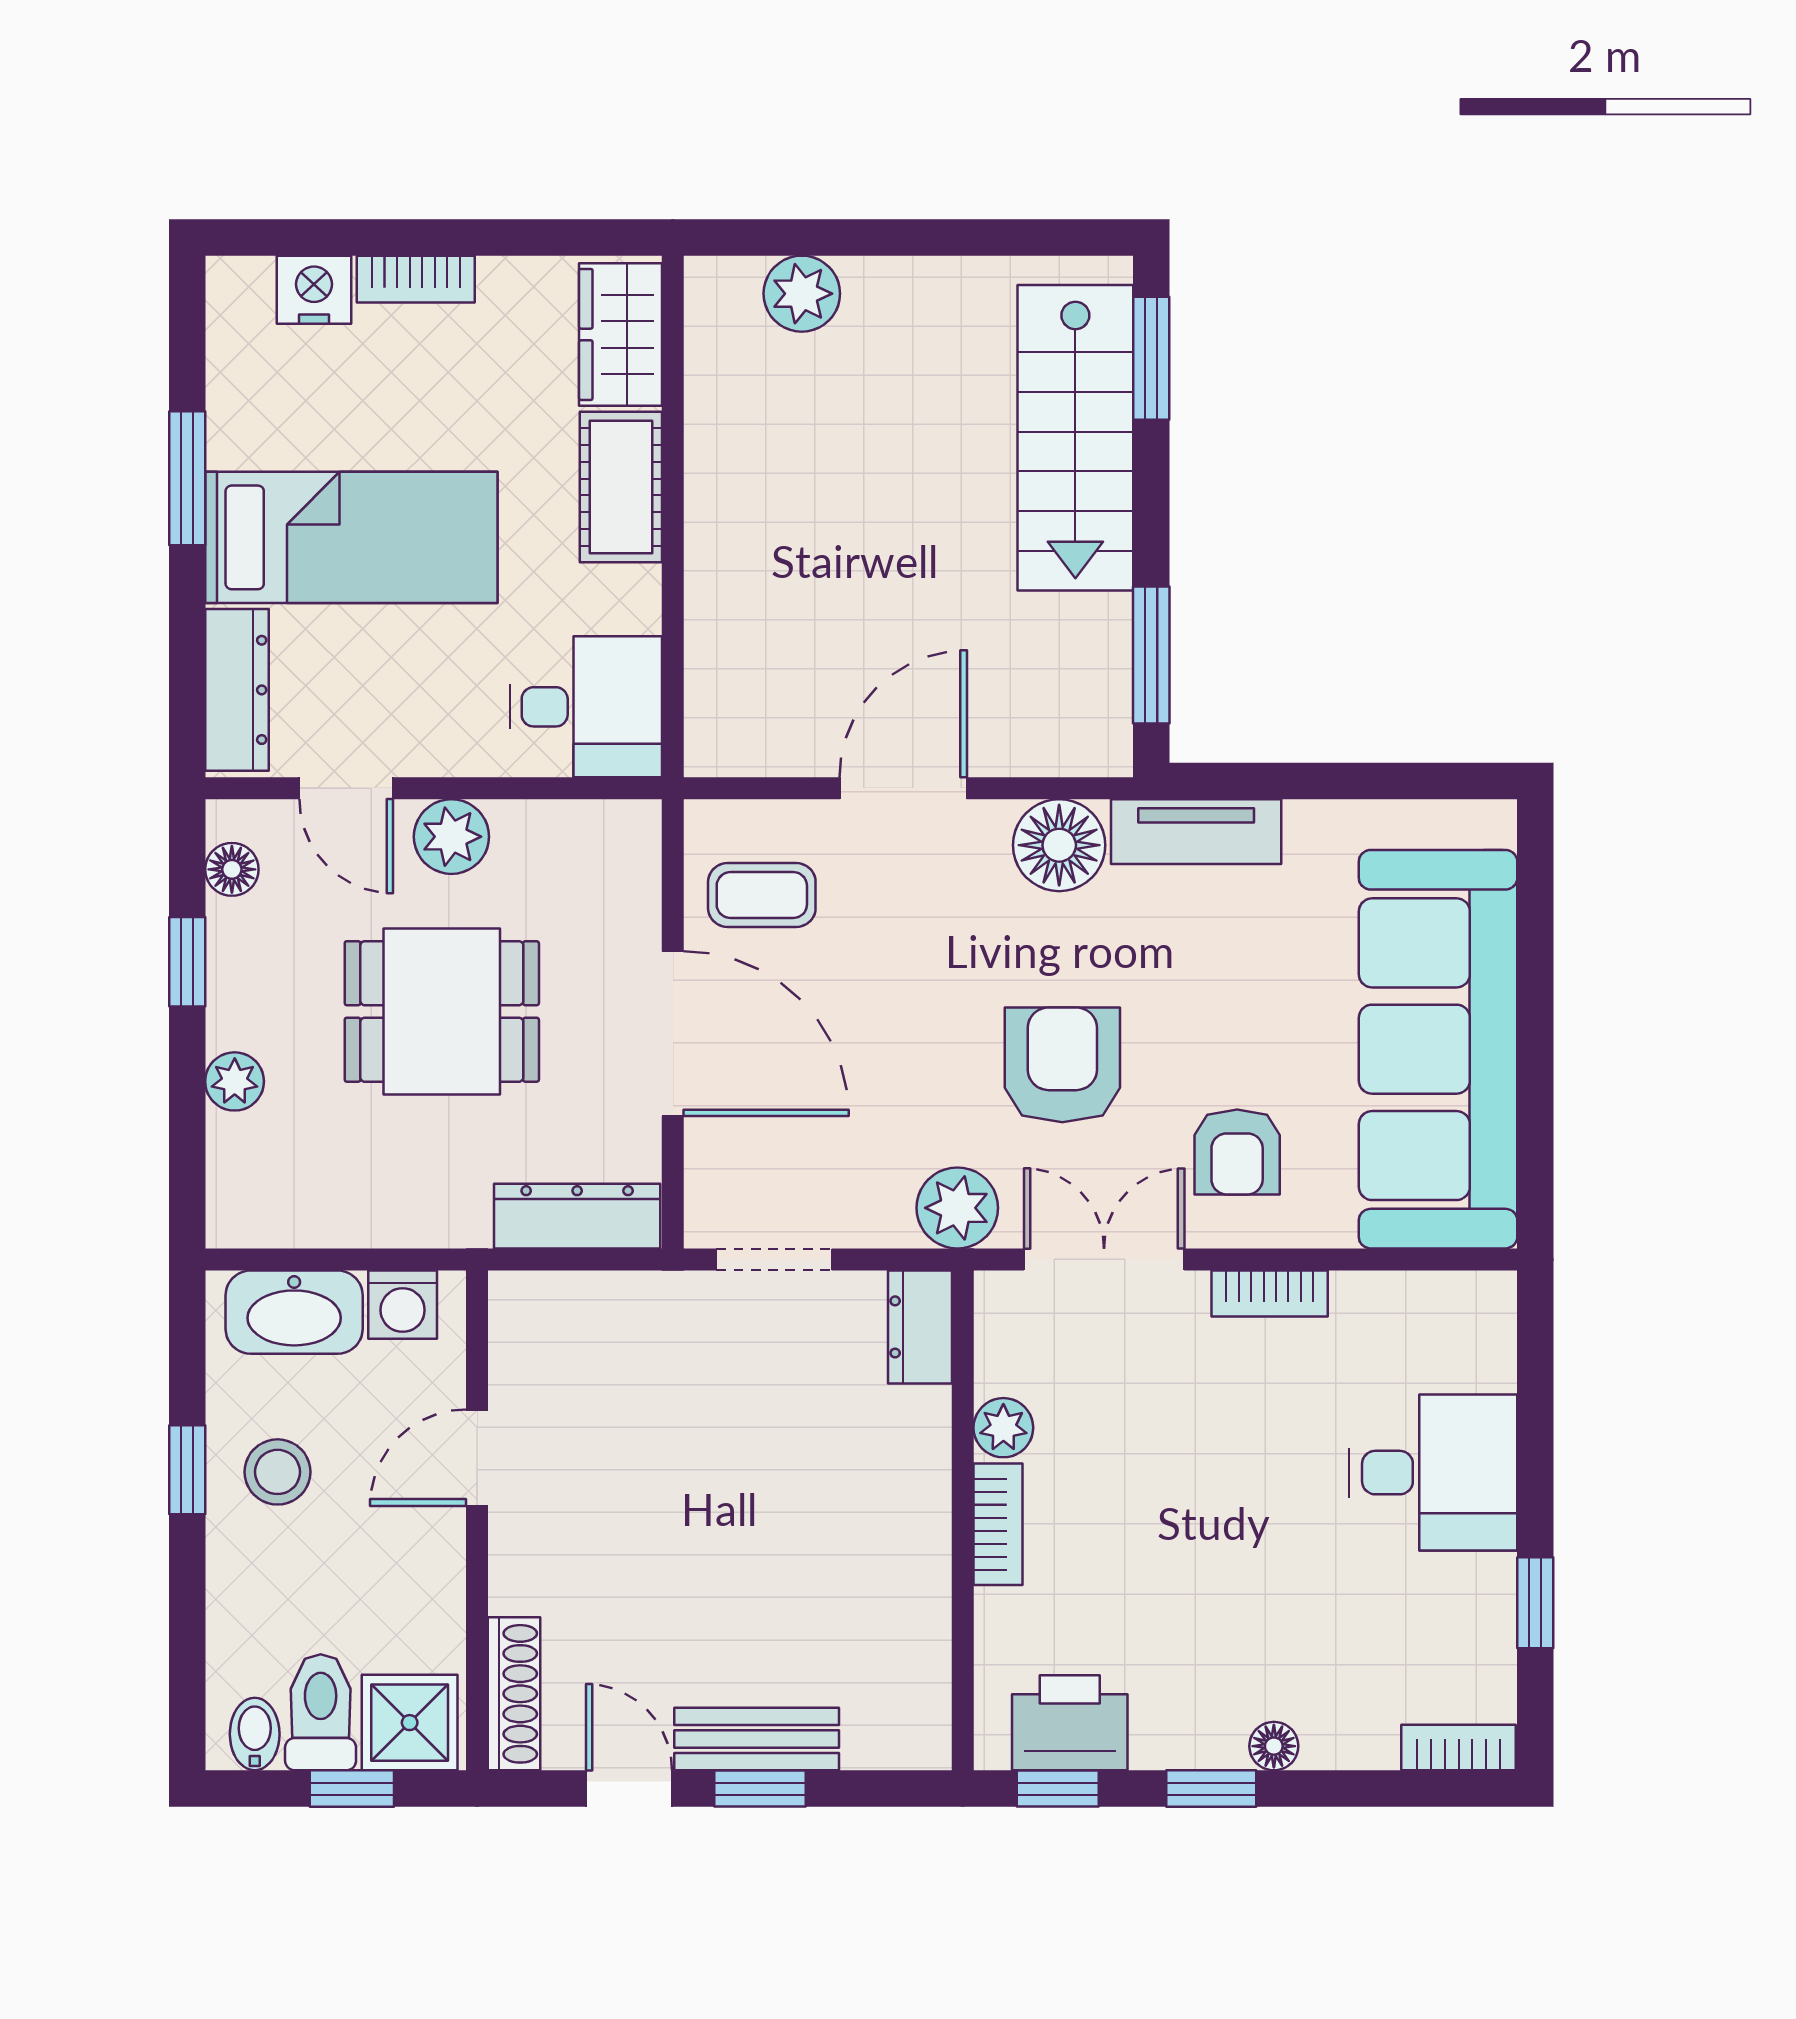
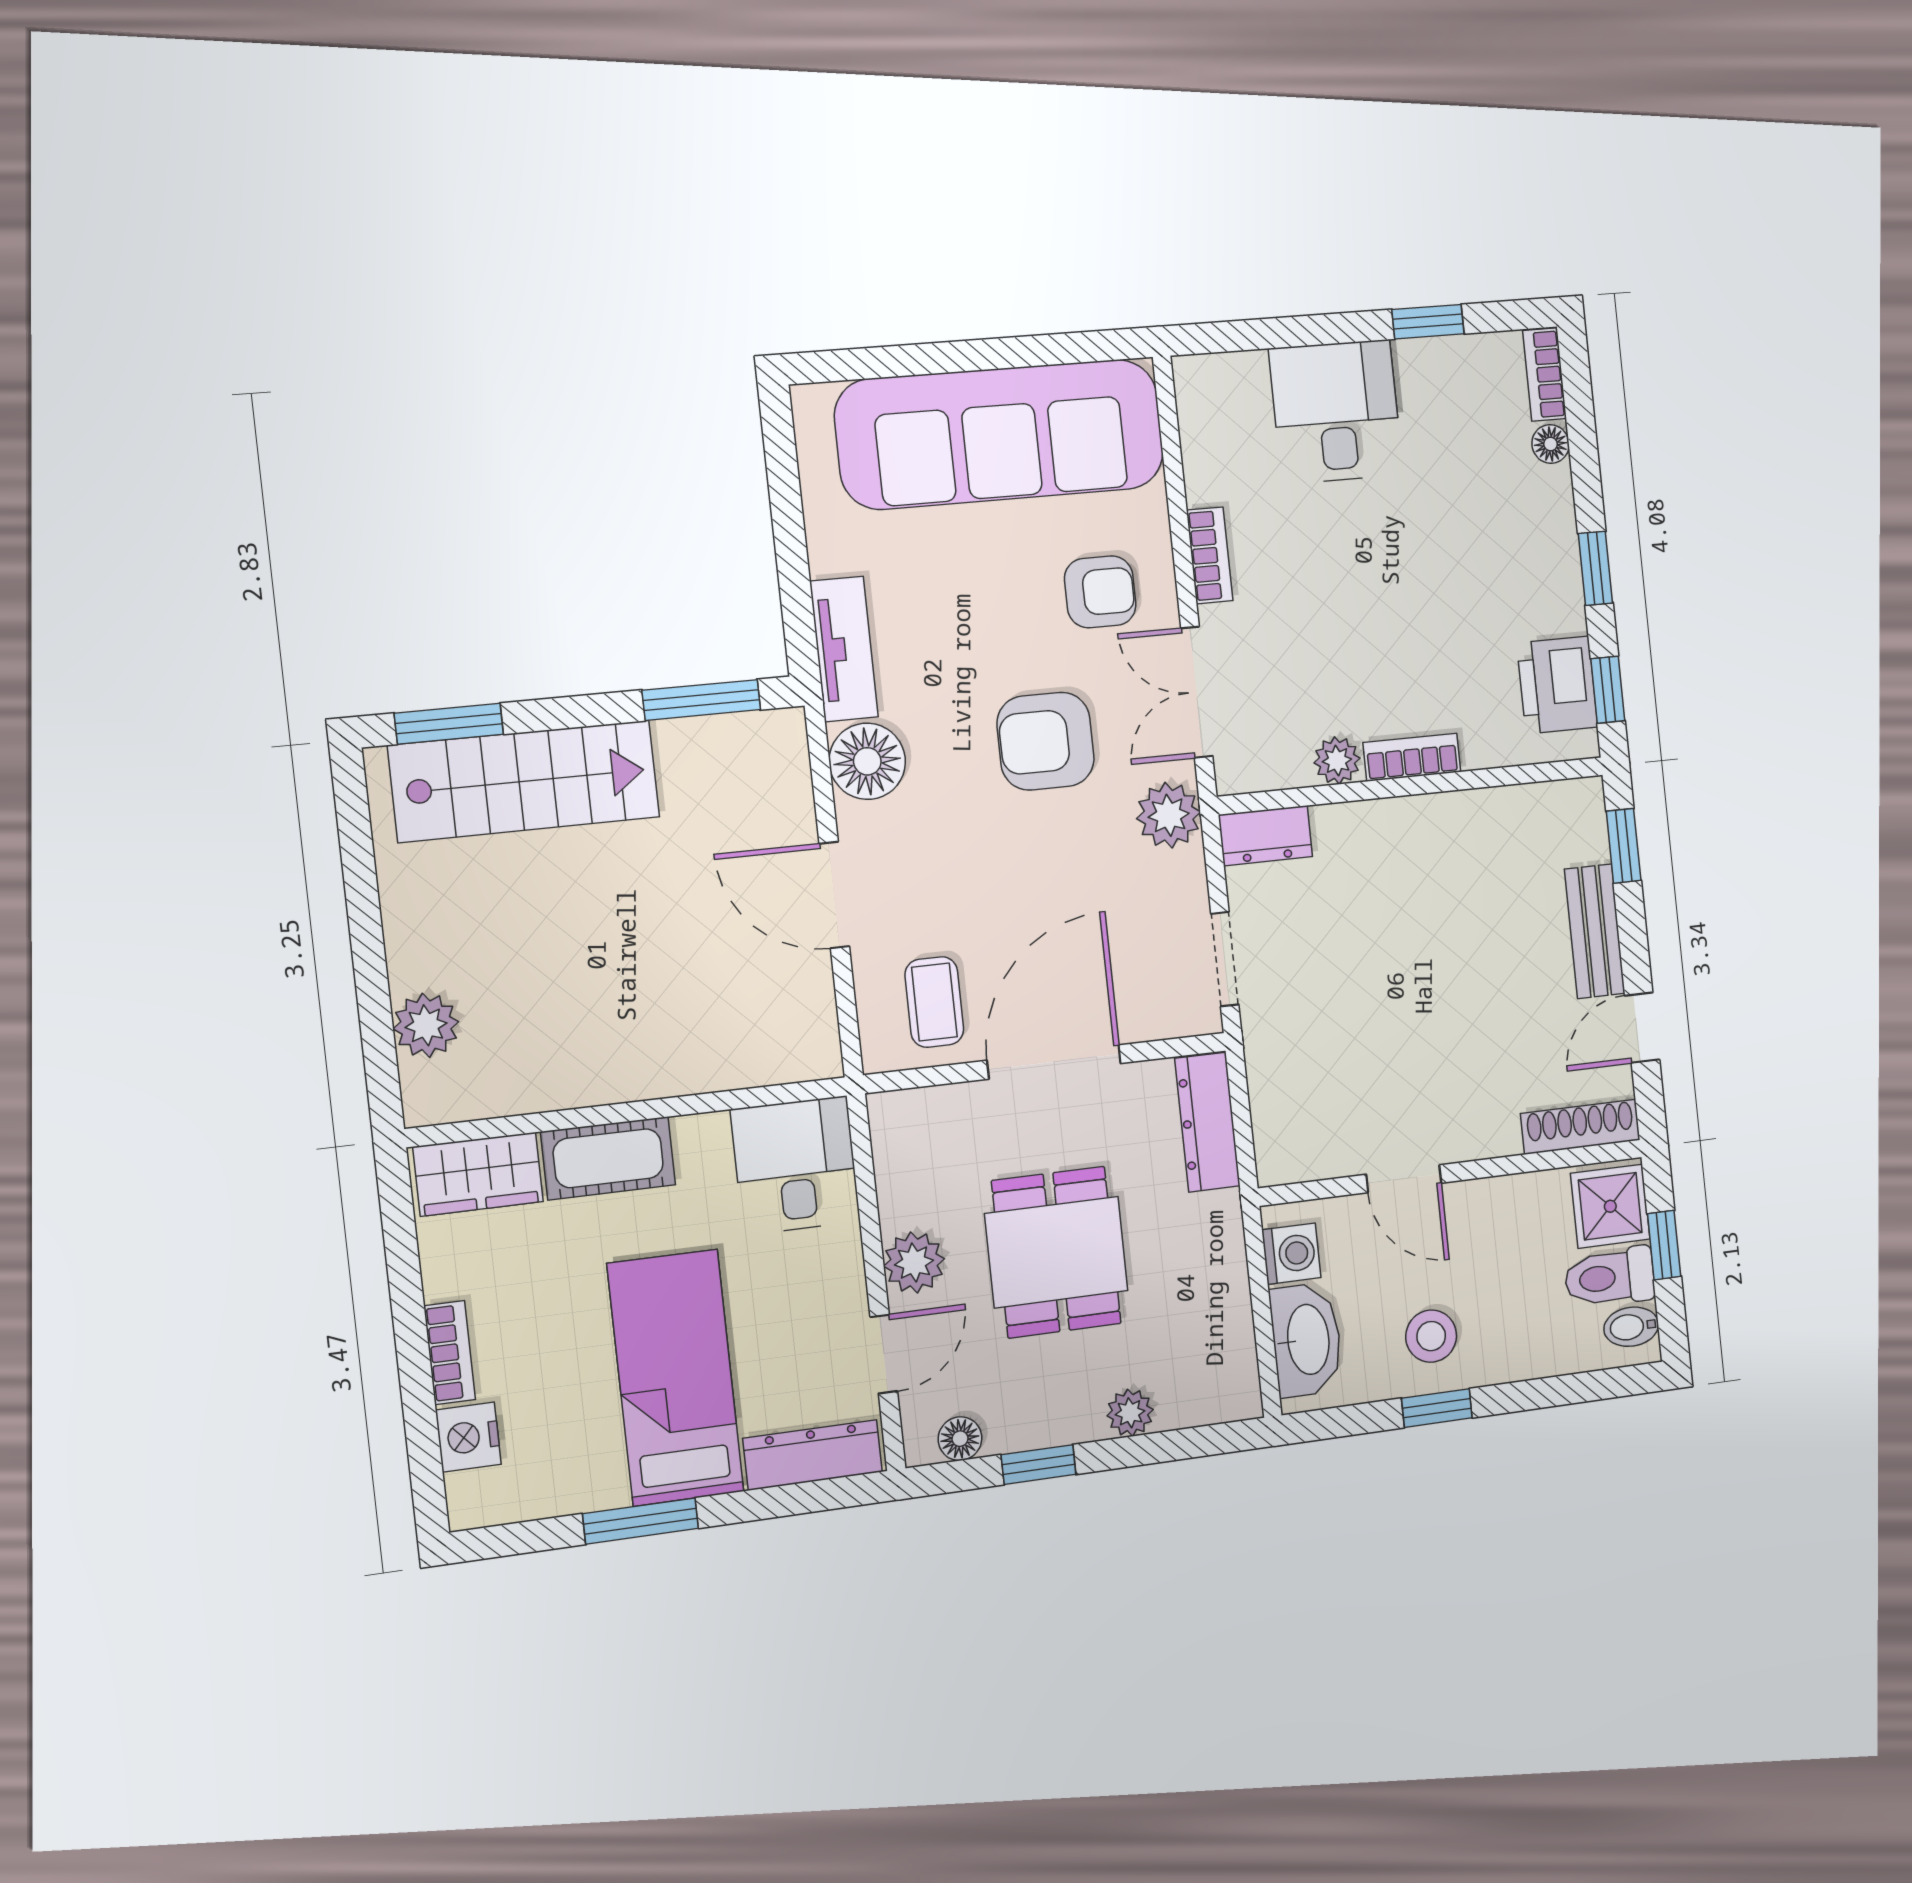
floor lamp: (1274, 1746) -> (1551, 444), moved
window: (760, 1789) -> (1624, 846), moved

